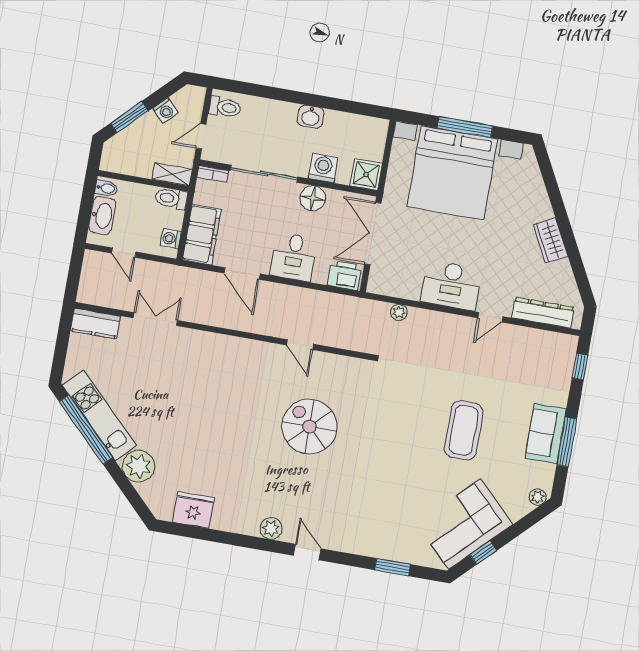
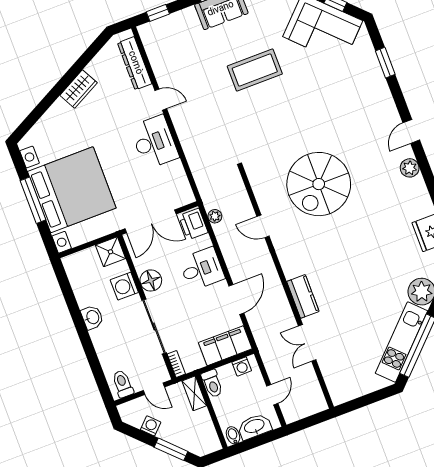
plant: (399, 312) -> (215, 216), moved
kitchen counter: (95, 323) -> (303, 296), moved
door: (300, 345) -> (263, 226), swing flipped
spiral stairs: (309, 427) -> (319, 184), width x1.37, depth x1.37

